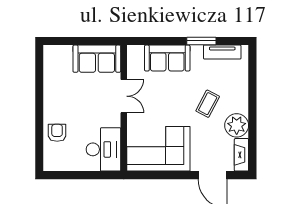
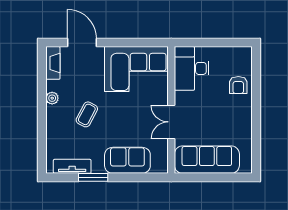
sofa: (97, 59) -> (207, 160), width x1.36
plant: (237, 125) -> (52, 98), width x0.53, depth x0.53

